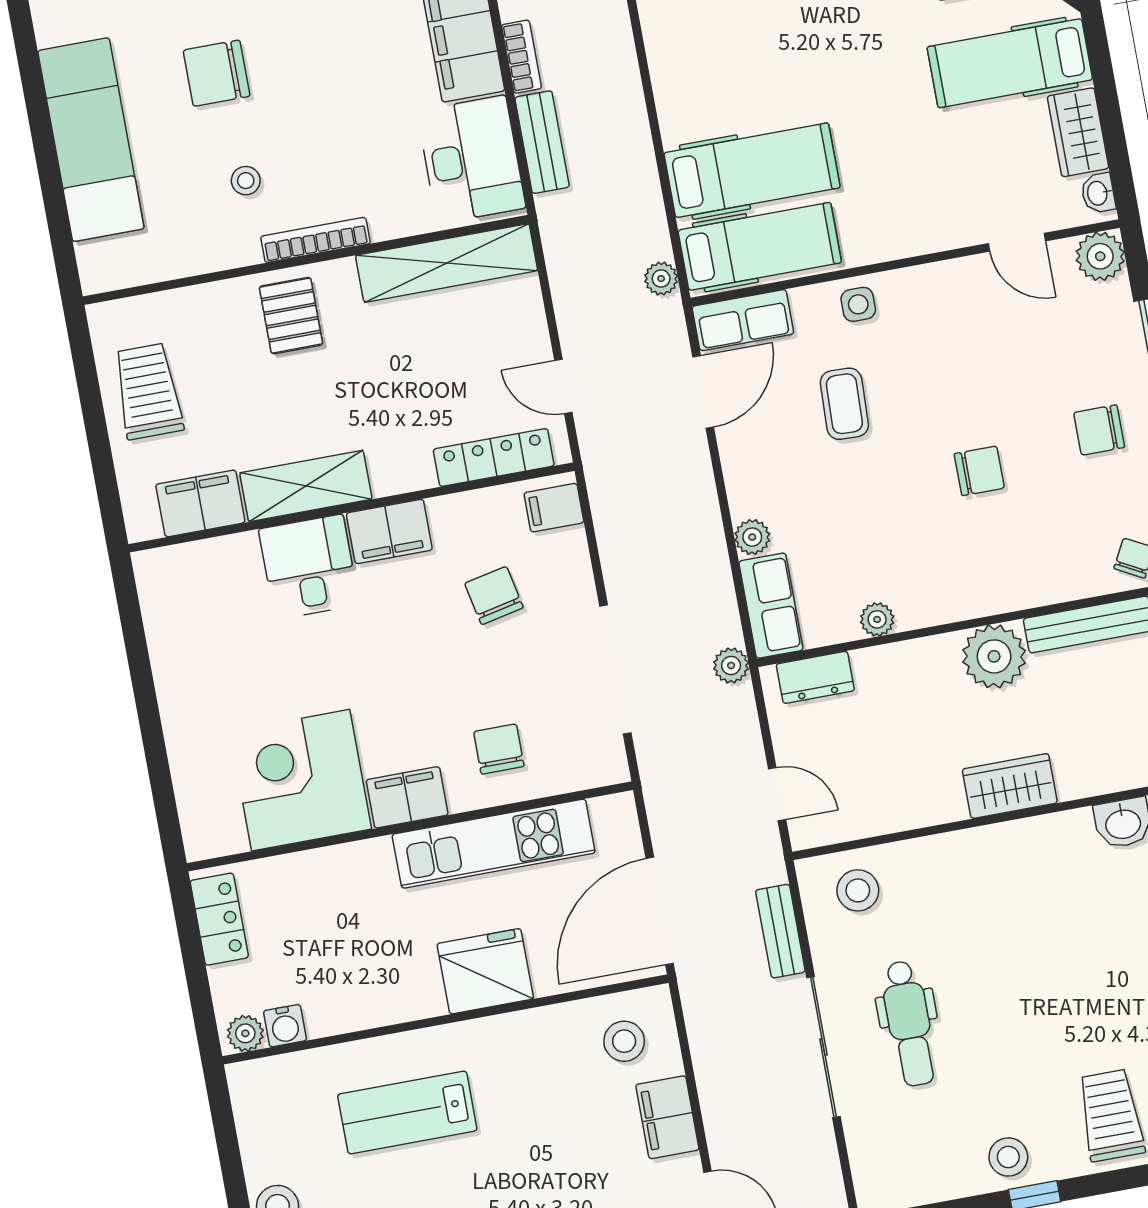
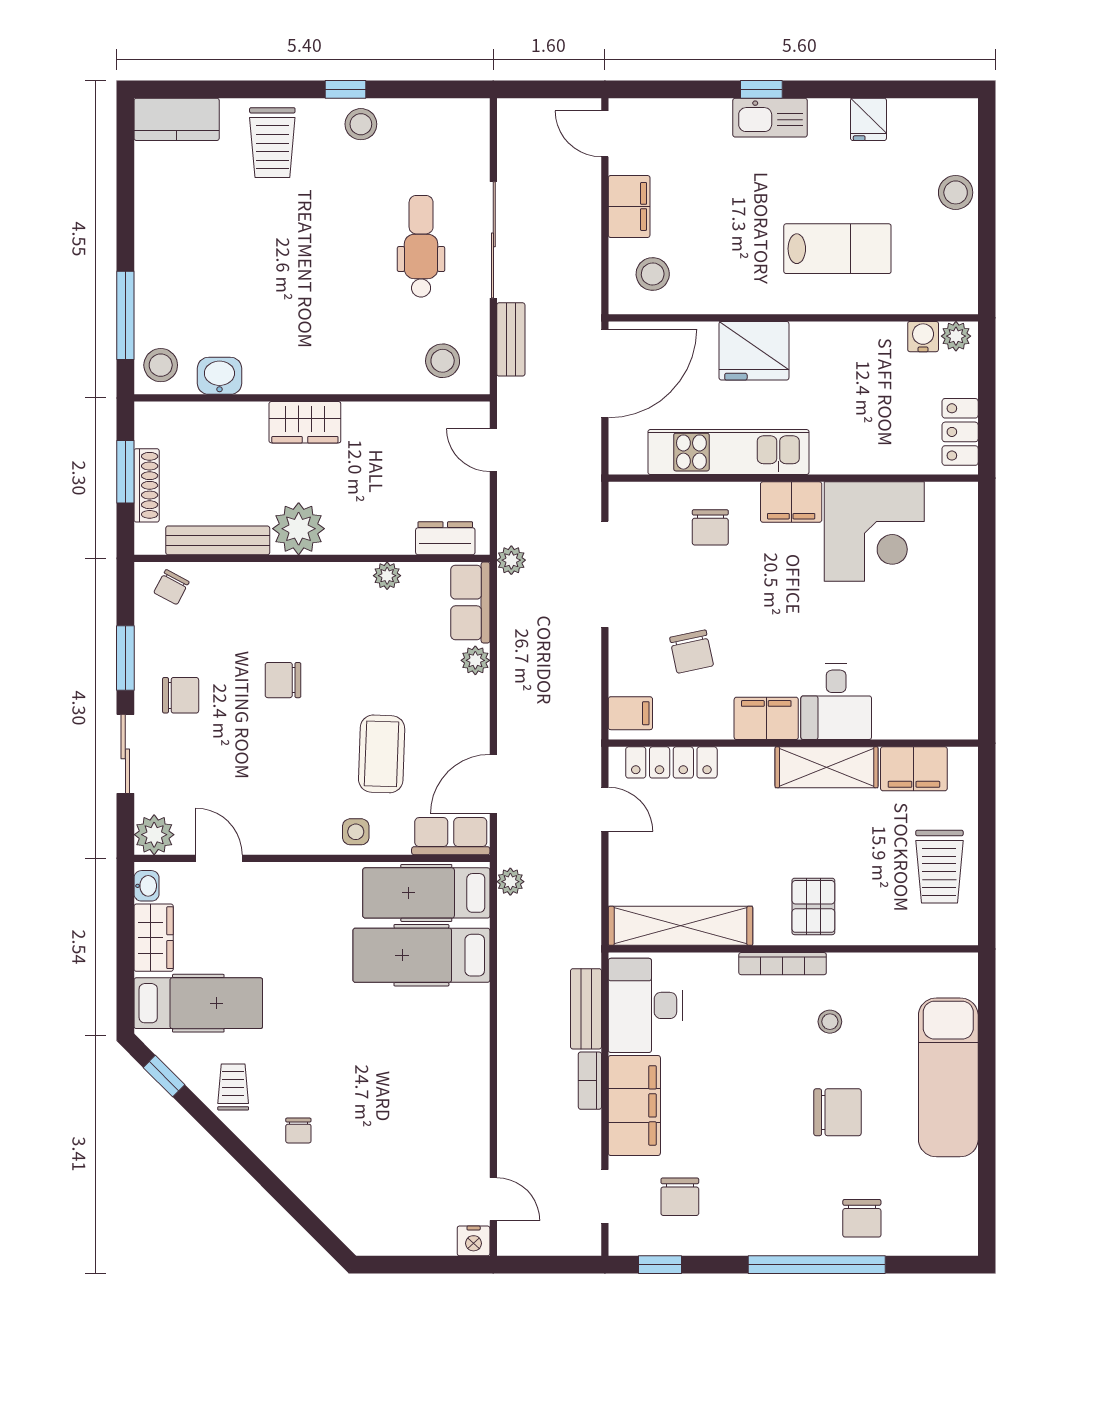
coffee table: (844, 404) -> (382, 754), width x1.36, depth x1.30

